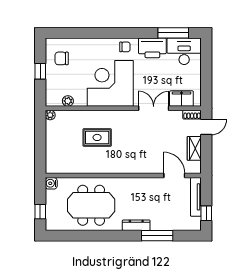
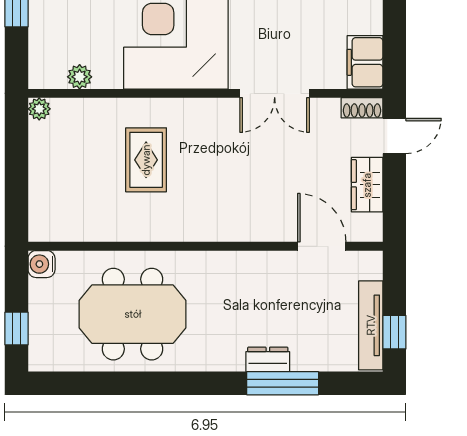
filing cabinet: (181, 99) -> (365, 62), moved, turned -90
double door: (154, 108) -> (275, 93), swing flipped
rug: (97, 137) -> (146, 160), turned 90
tv unit: (196, 197) -> (371, 325), moved
dresser: (136, 225) -> (268, 359), moved, width x0.70

